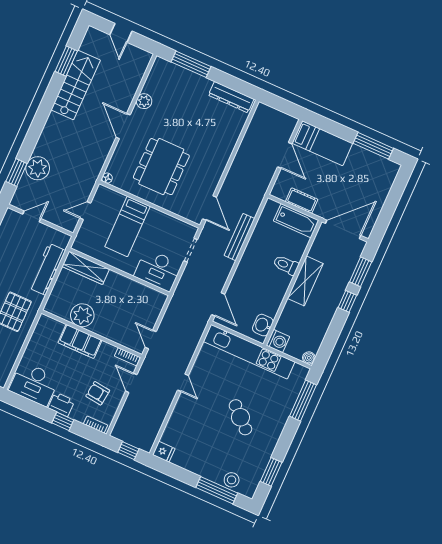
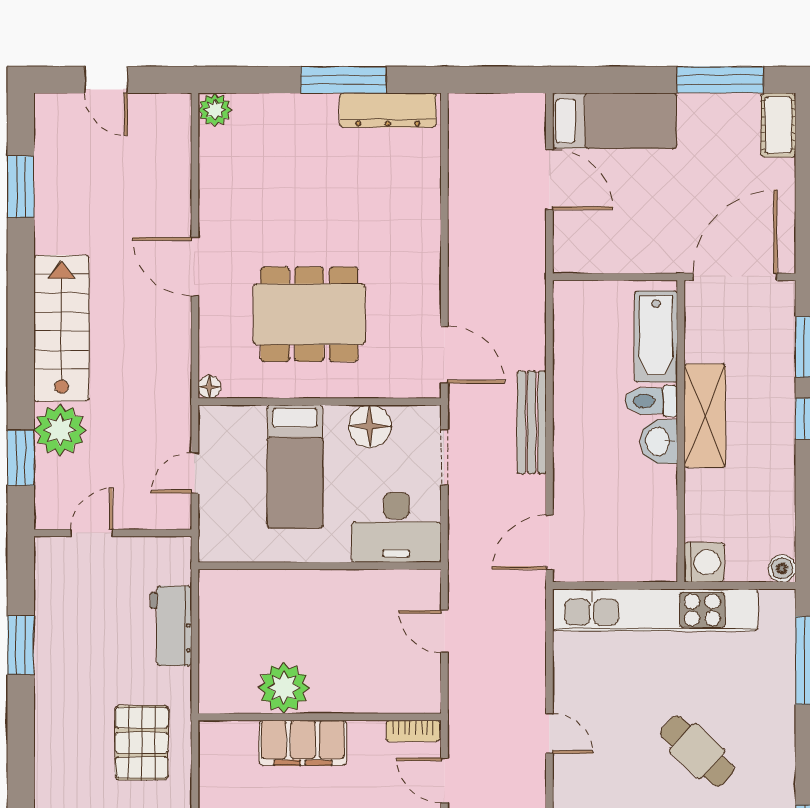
window: (191, 64) -> (343, 80), moved
stairs: (76, 85) -> (61, 328), moved
plant: (144, 101) -> (215, 110), moved
dining table: (161, 167) -> (309, 314), turned 90
cot: (302, 201) -> (778, 125), moved, turned 90
bathtub: (296, 221) -> (656, 337), moved, turned 90
floor lamp: (166, 224) -> (370, 426), added
bench: (239, 237) -> (532, 422), moved
wardrobe: (86, 268) -> (248, 588), removed
workbench: (47, 269) -> (171, 626), width x0.73
door: (218, 304) -> (549, 542), swing flipped
washbasin: (263, 325) -> (659, 442), moved
door: (151, 340) -> (444, 631), moved

